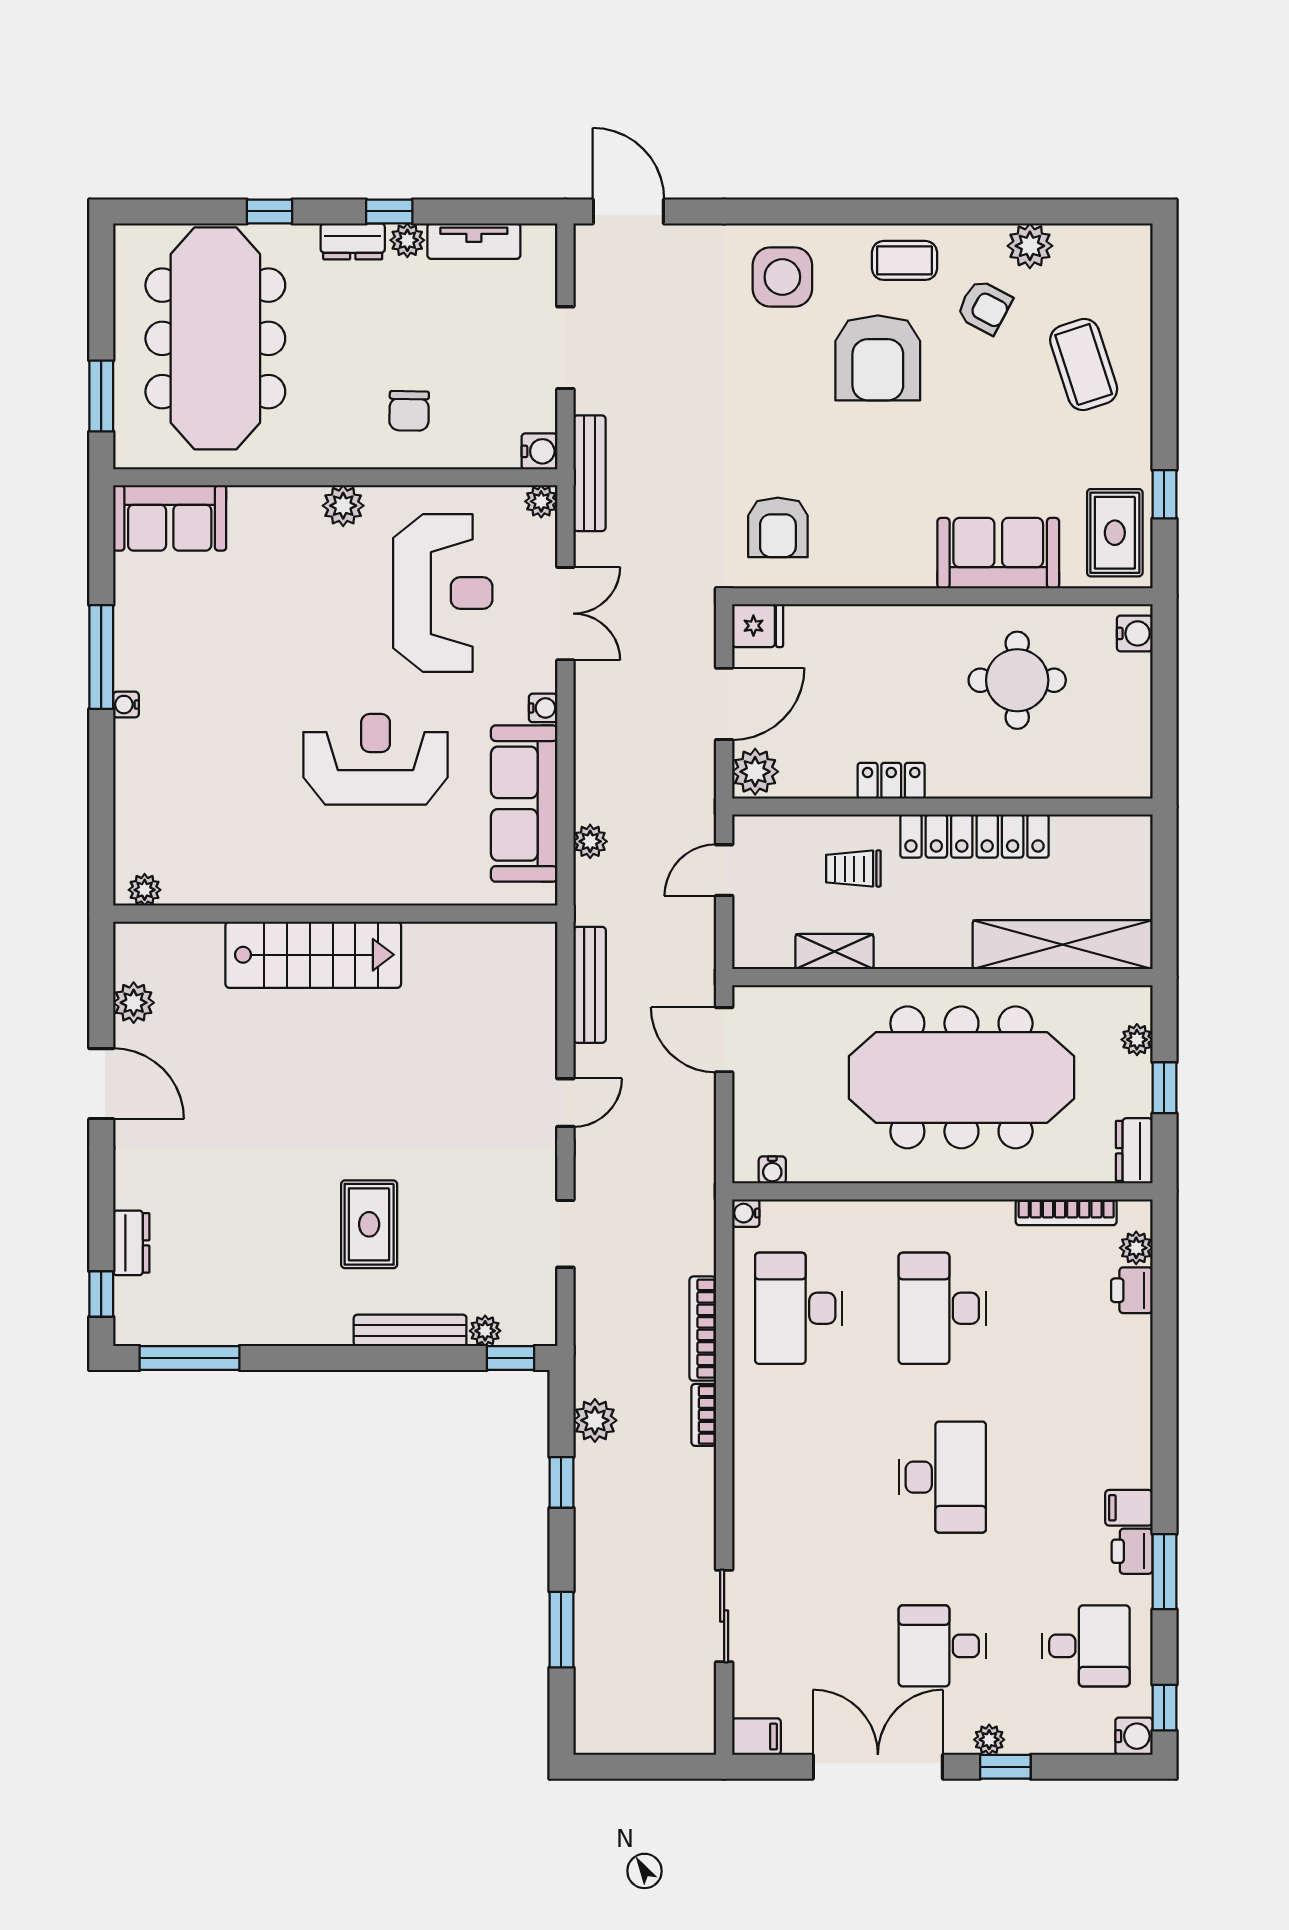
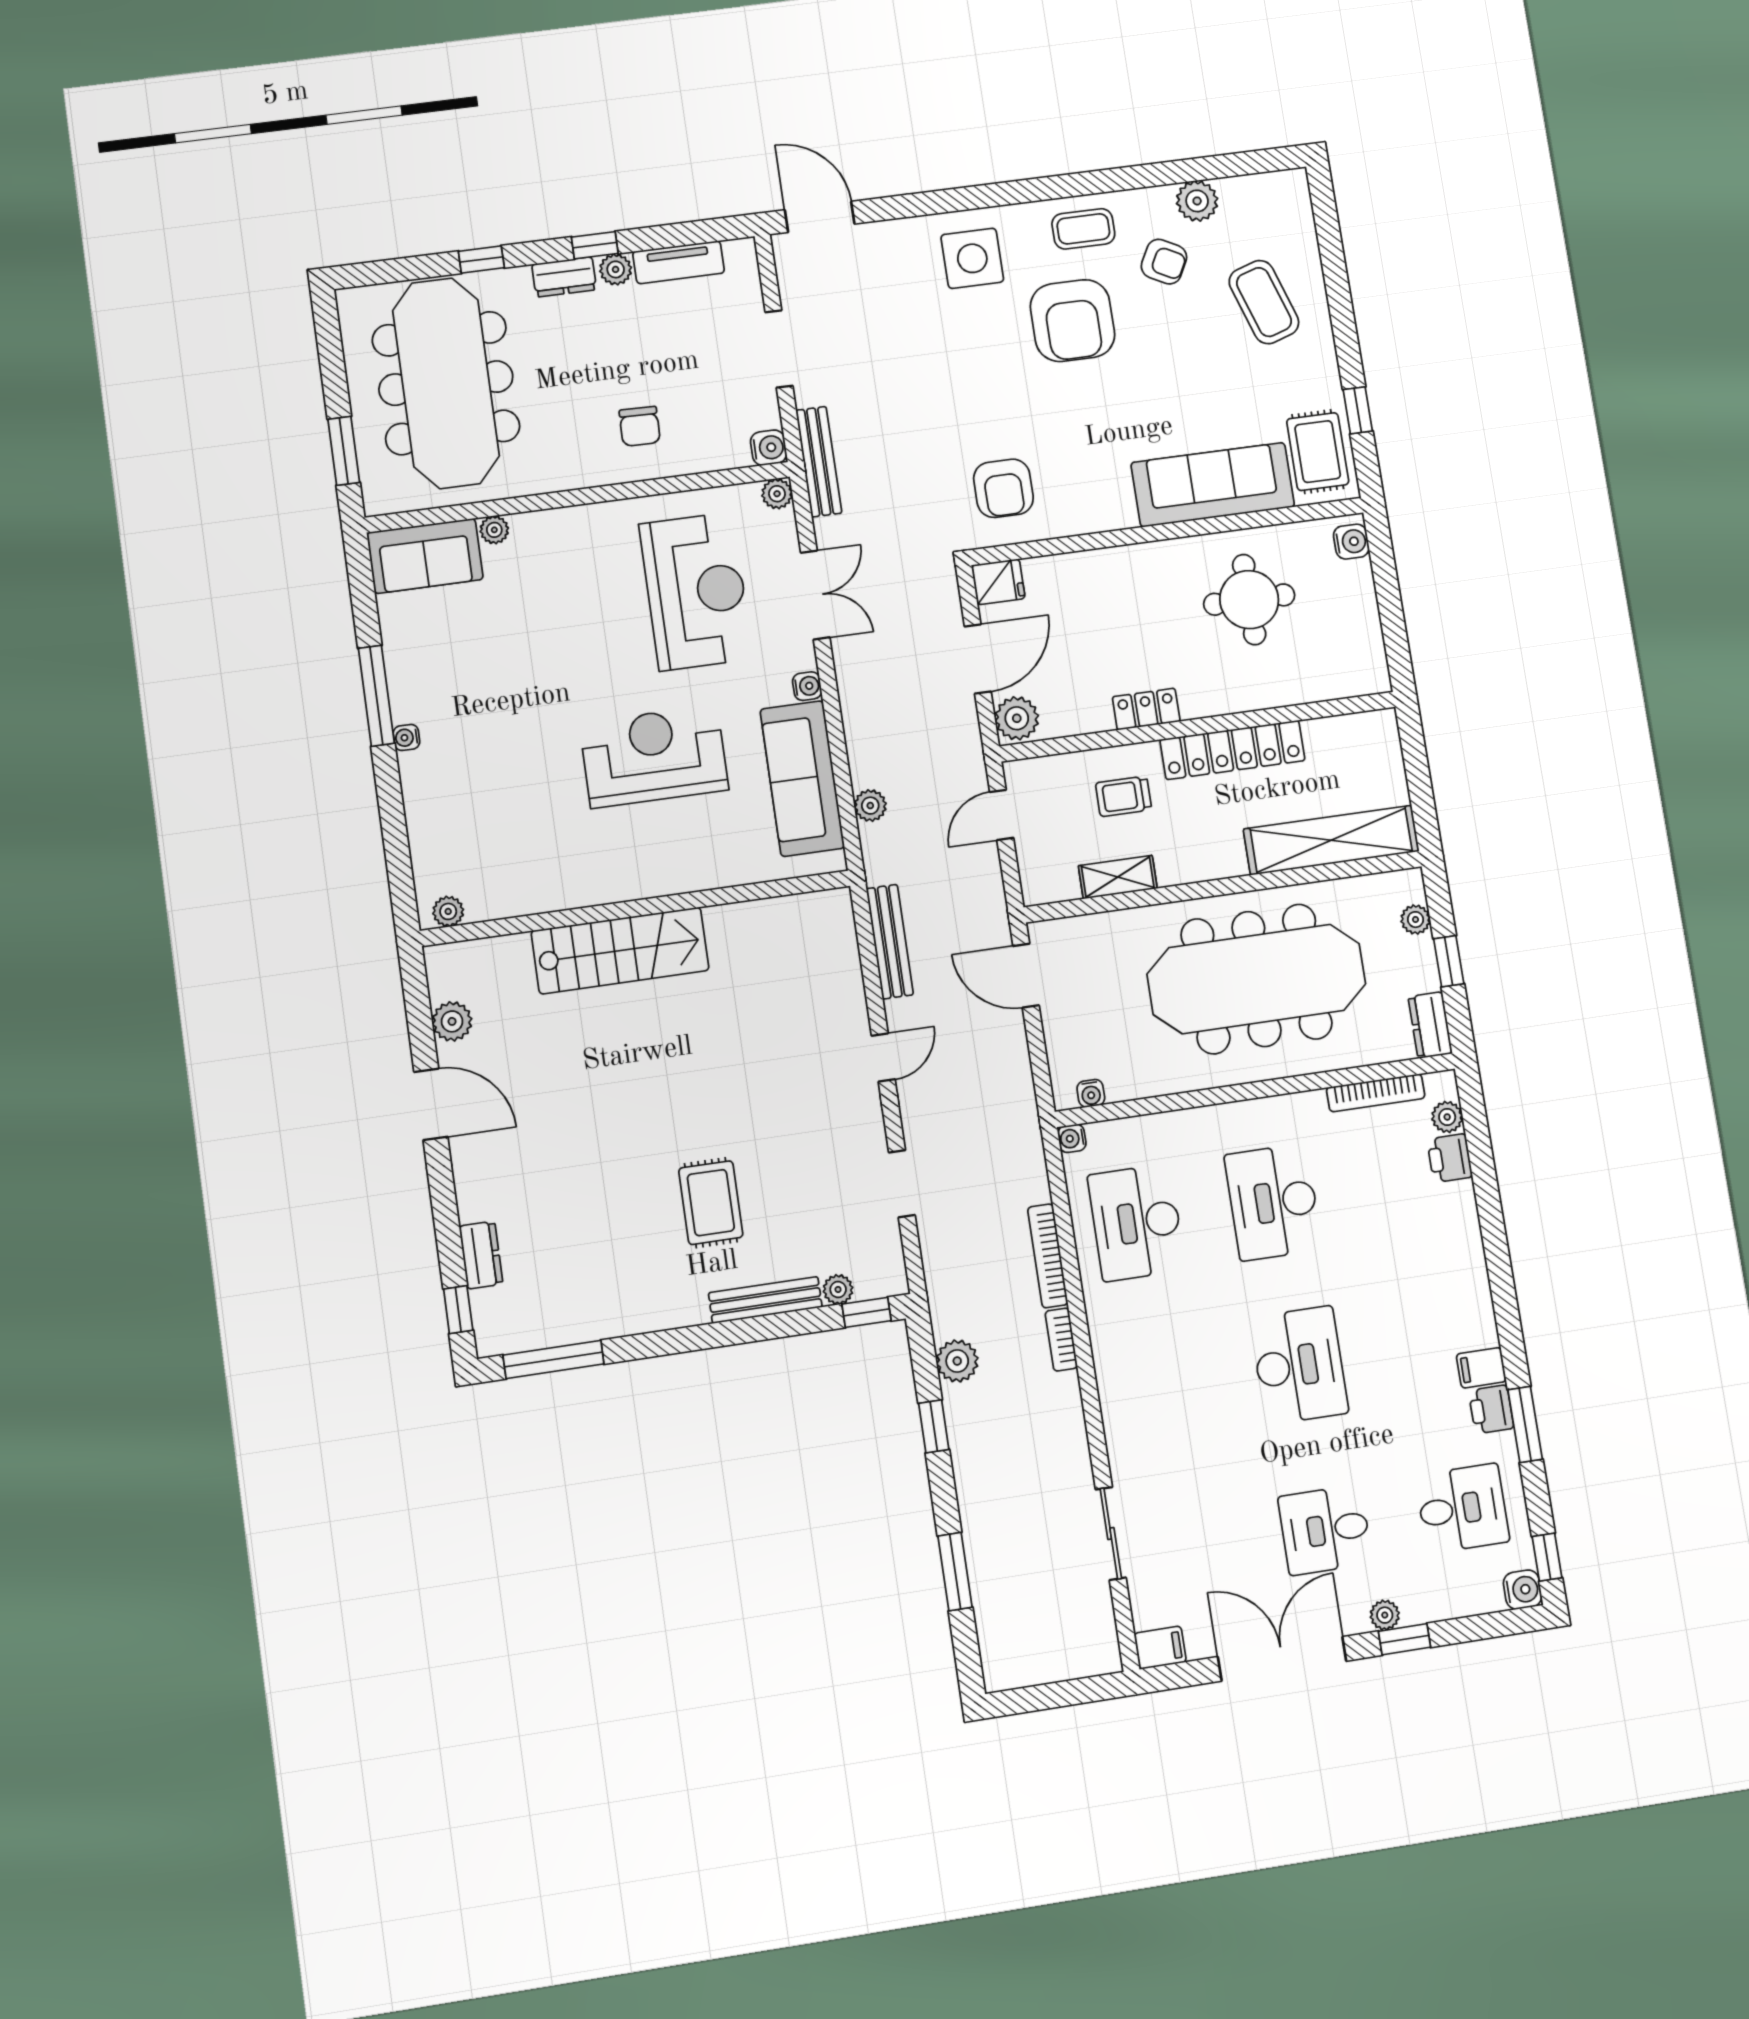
plant: (343, 506) -> (494, 530), moved, width x0.73, depth x0.73
sofa: (998, 553) -> (1213, 485), width x1.36

